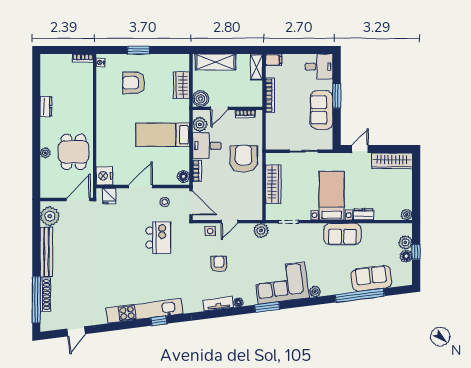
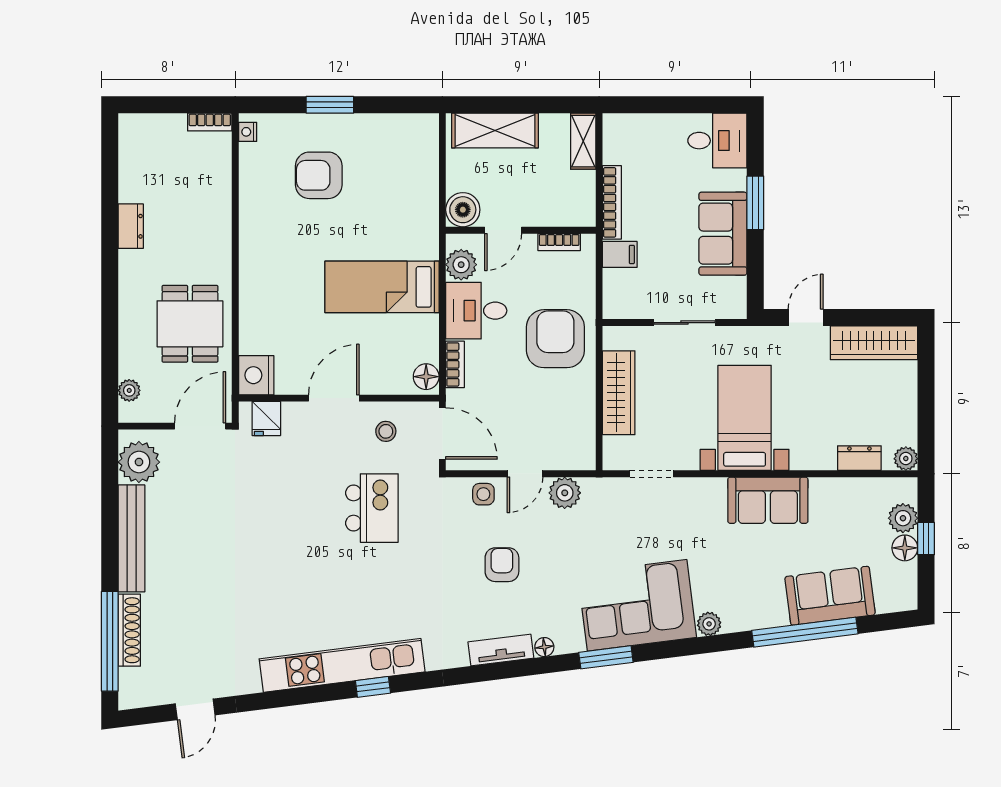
filing cabinet: (274, 60) -> (620, 254), moved
wardrobe: (182, 85) -> (422, 181), removed
plant: (45, 153) -> (129, 390), moved
dresser: (364, 214) -> (859, 458), moved
plant: (261, 231) -> (565, 493), moved

